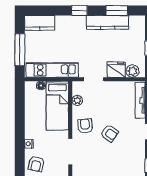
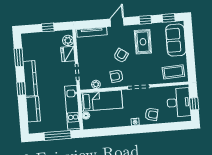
kitchen counter: (107, 22) -> (30, 78), moved
kitchen counter: (40, 23) -> (33, 109), moved
rug: (124, 161) -> (143, 42), added

